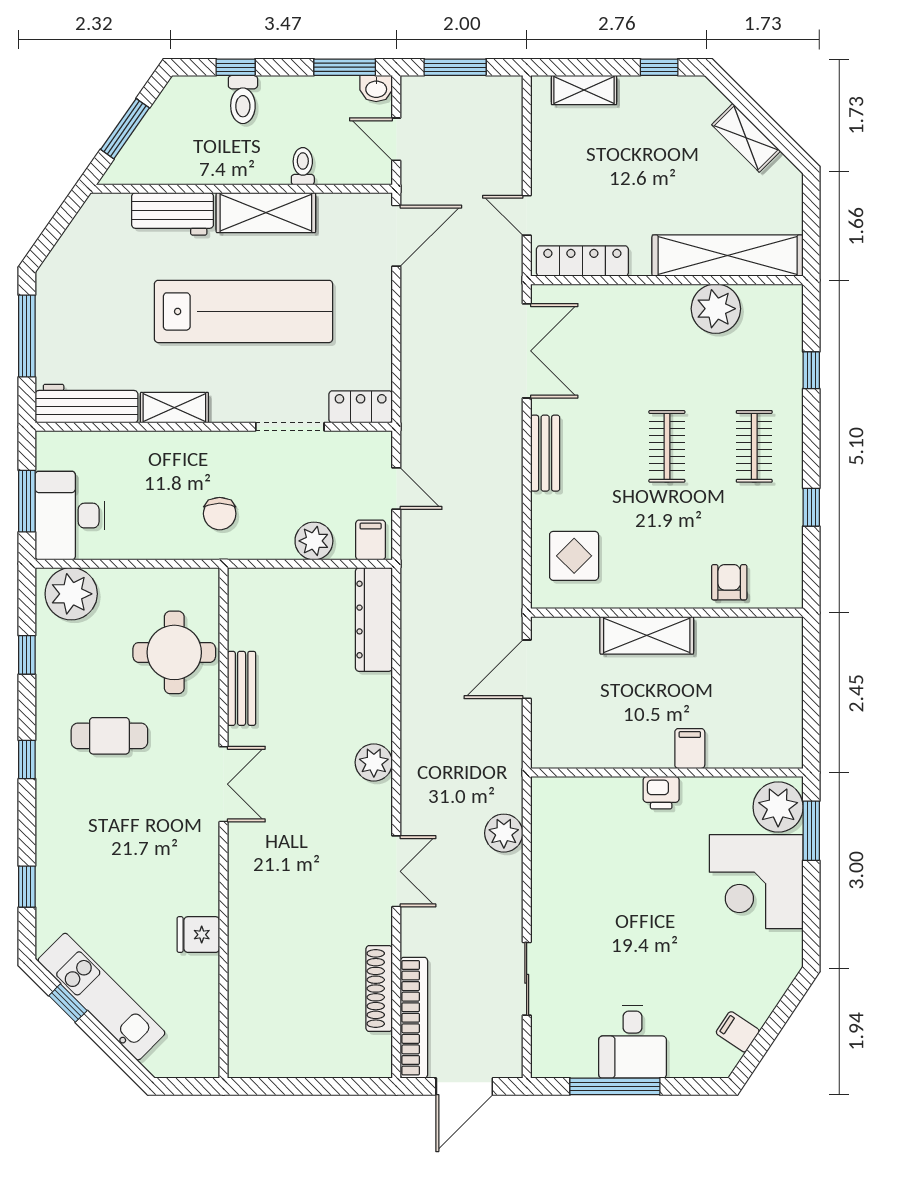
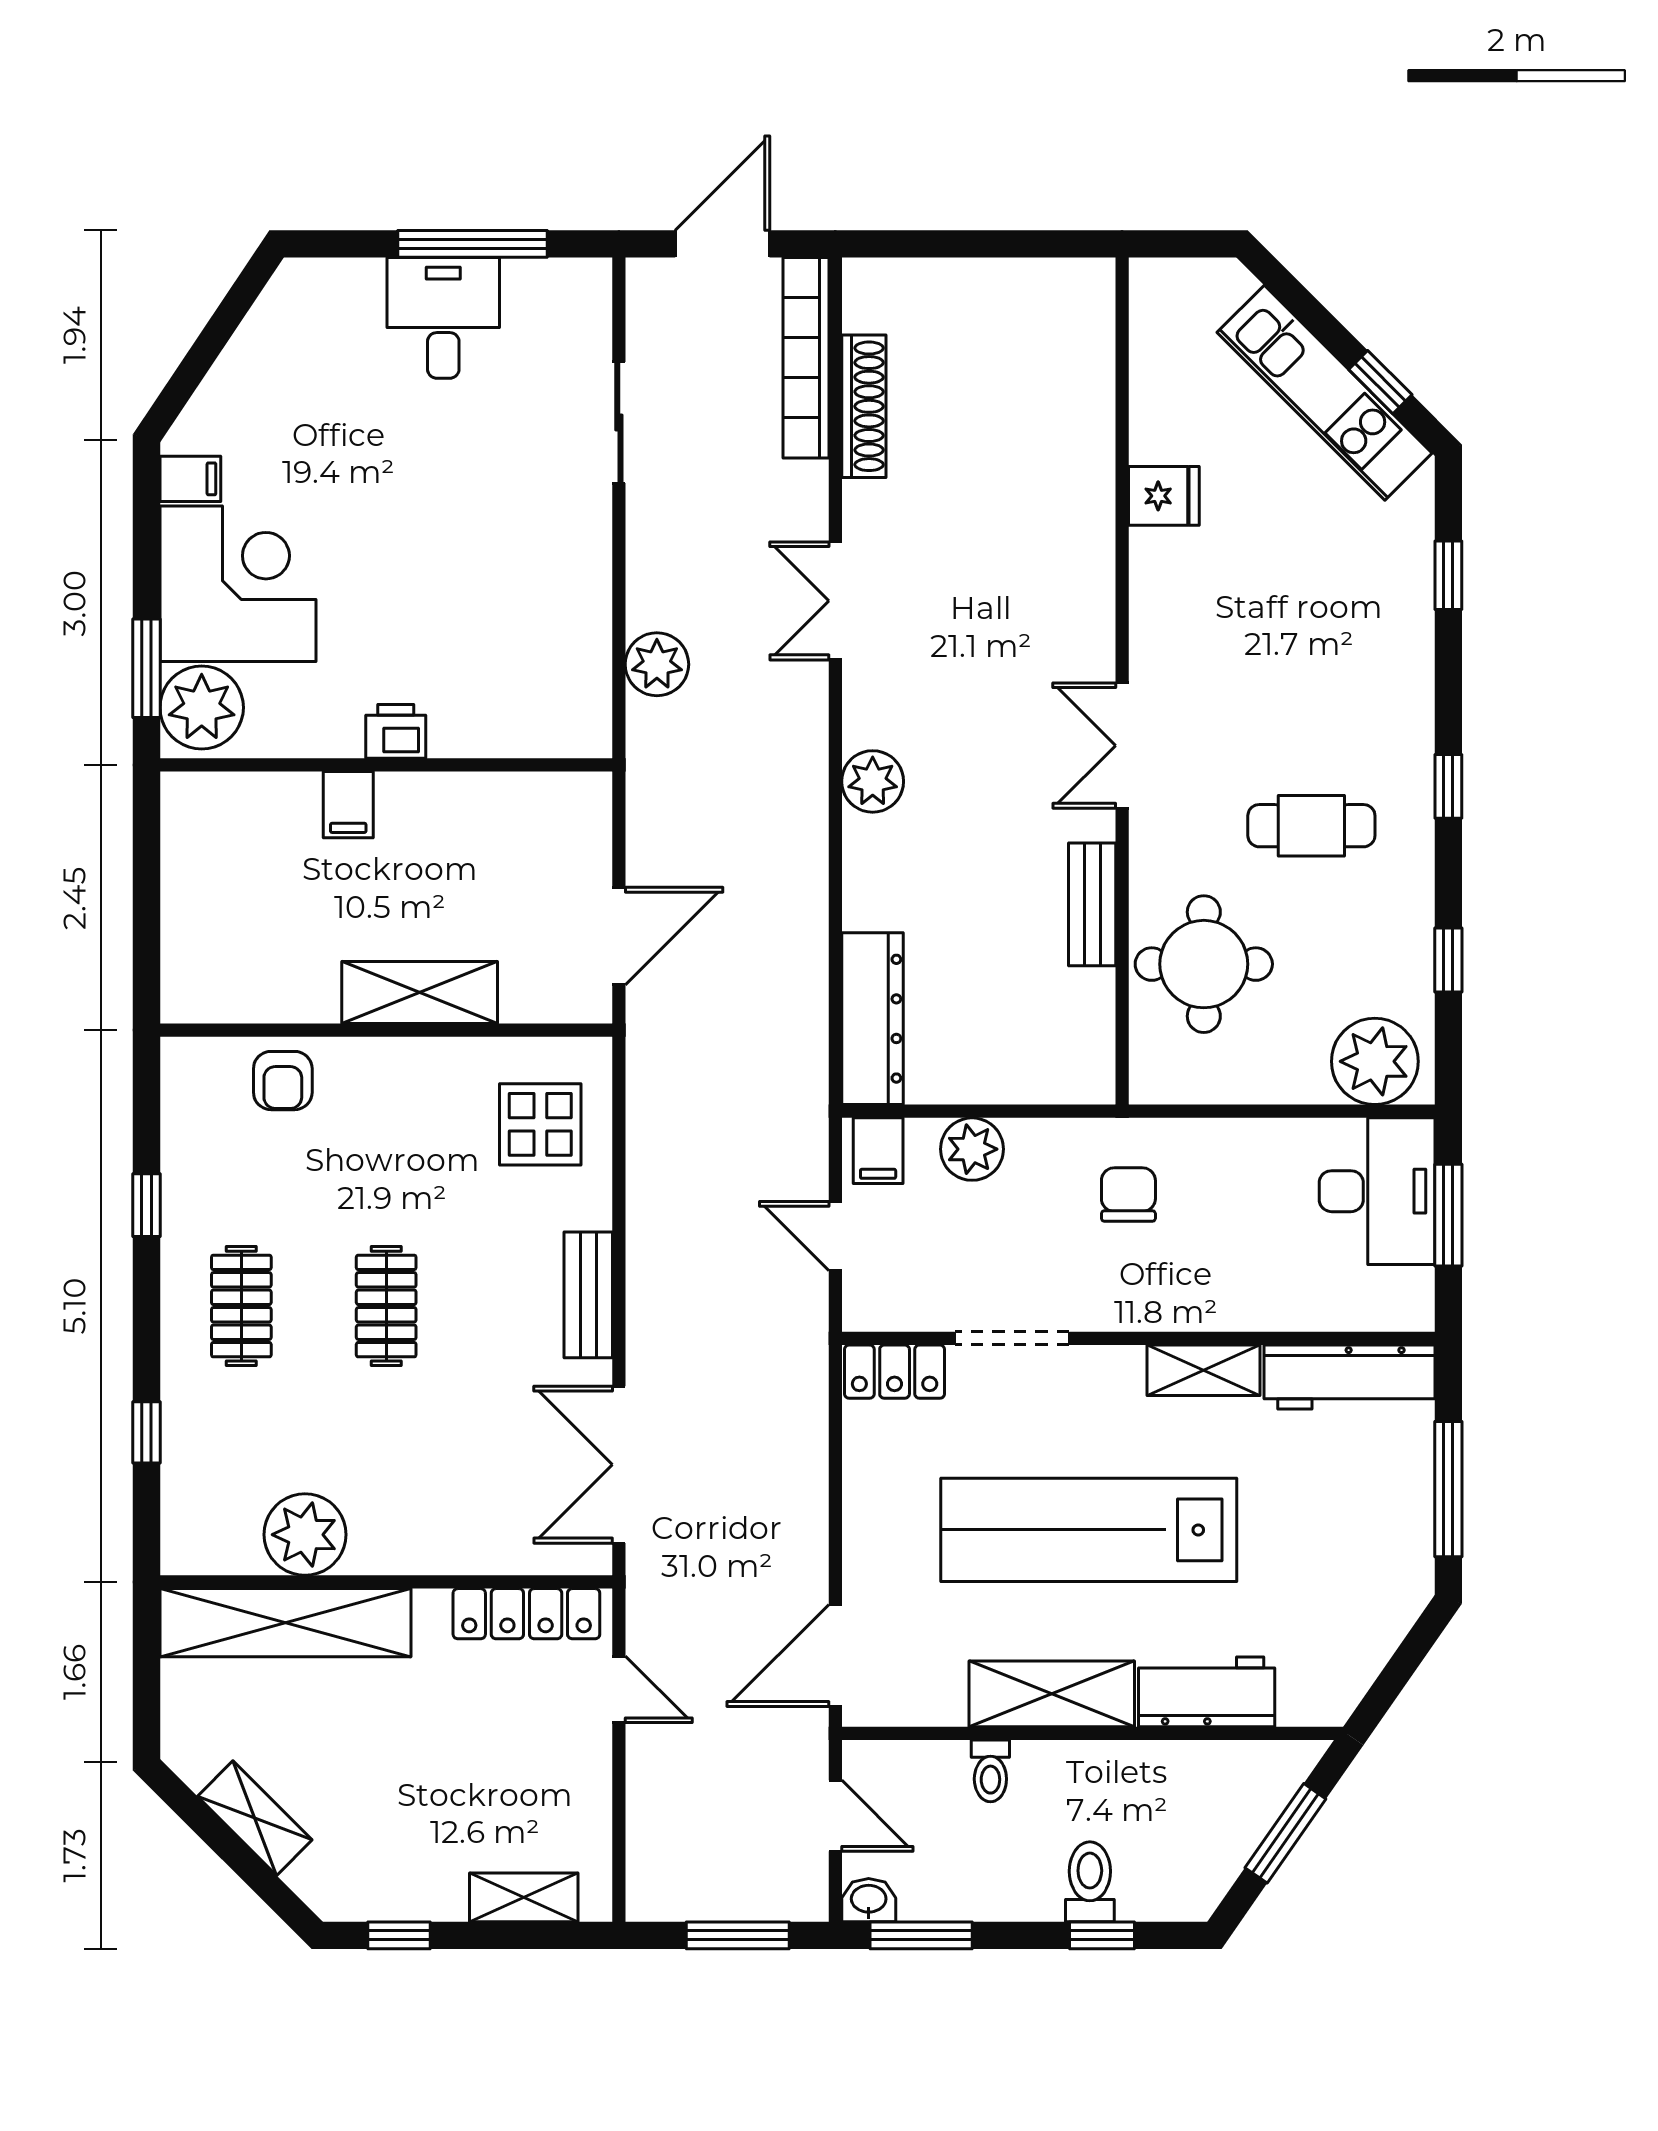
filing cabinet: (738, 1032) -> (190, 479), moved, turned -34

